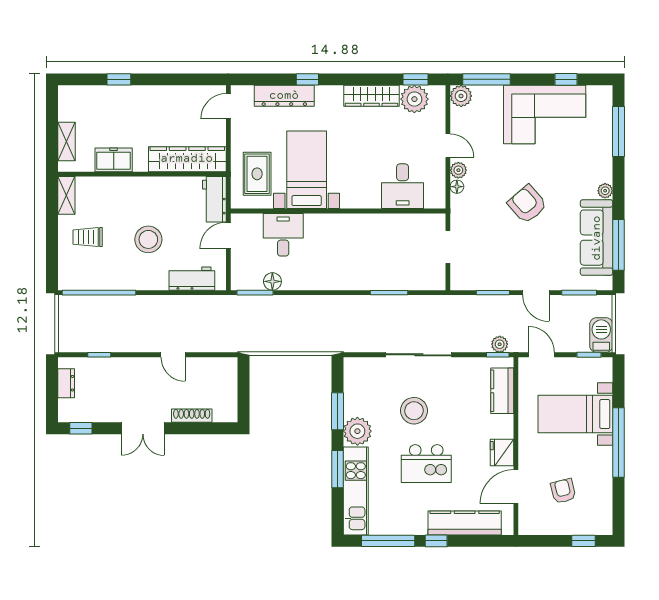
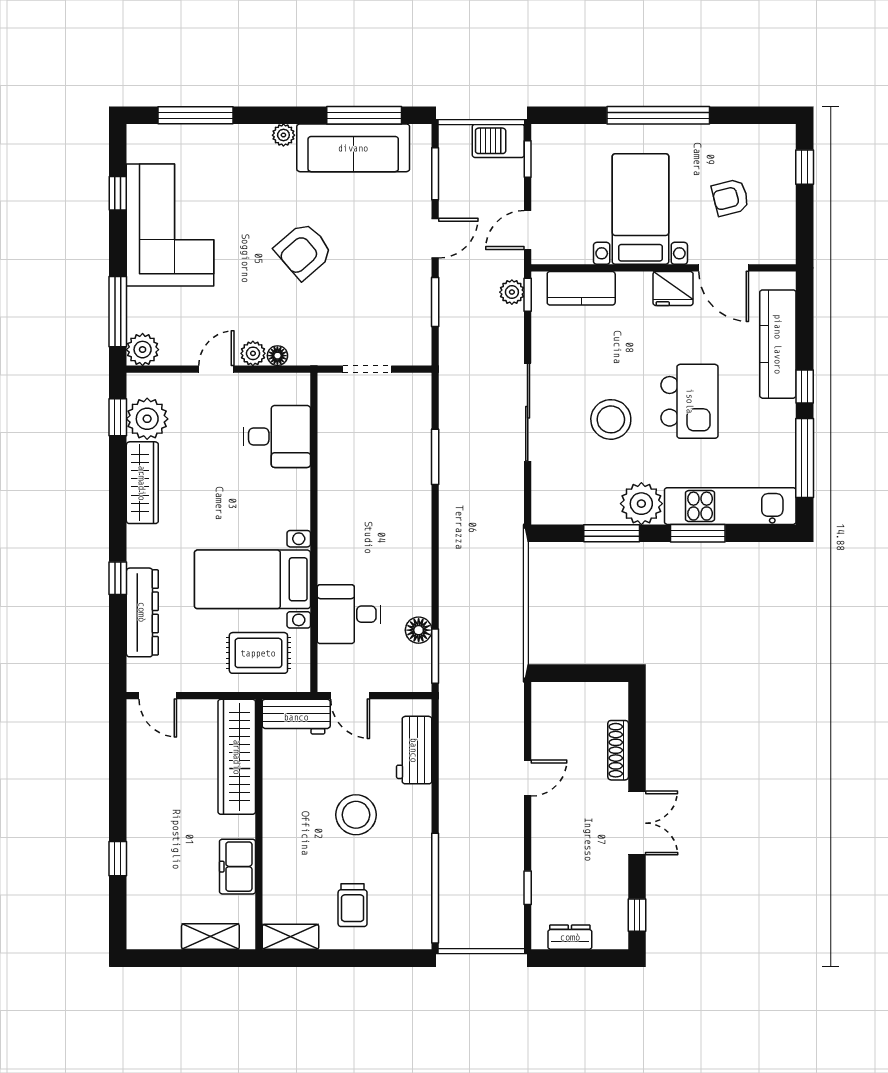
bed with nightstands: (575, 414) -> (640, 209), moved, turned 180

